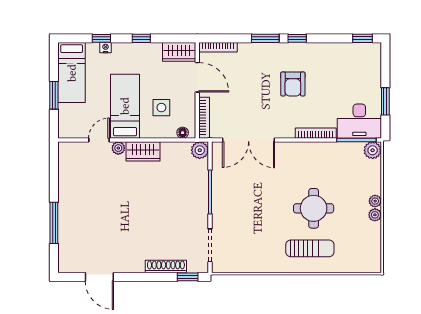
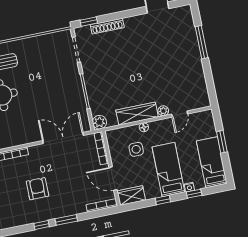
bed: (125, 106) -> (168, 170), moved, turned 180
floor lamp: (183, 133) -> (144, 127), moved
wardrobe: (143, 151) -> (137, 114), width x1.50

